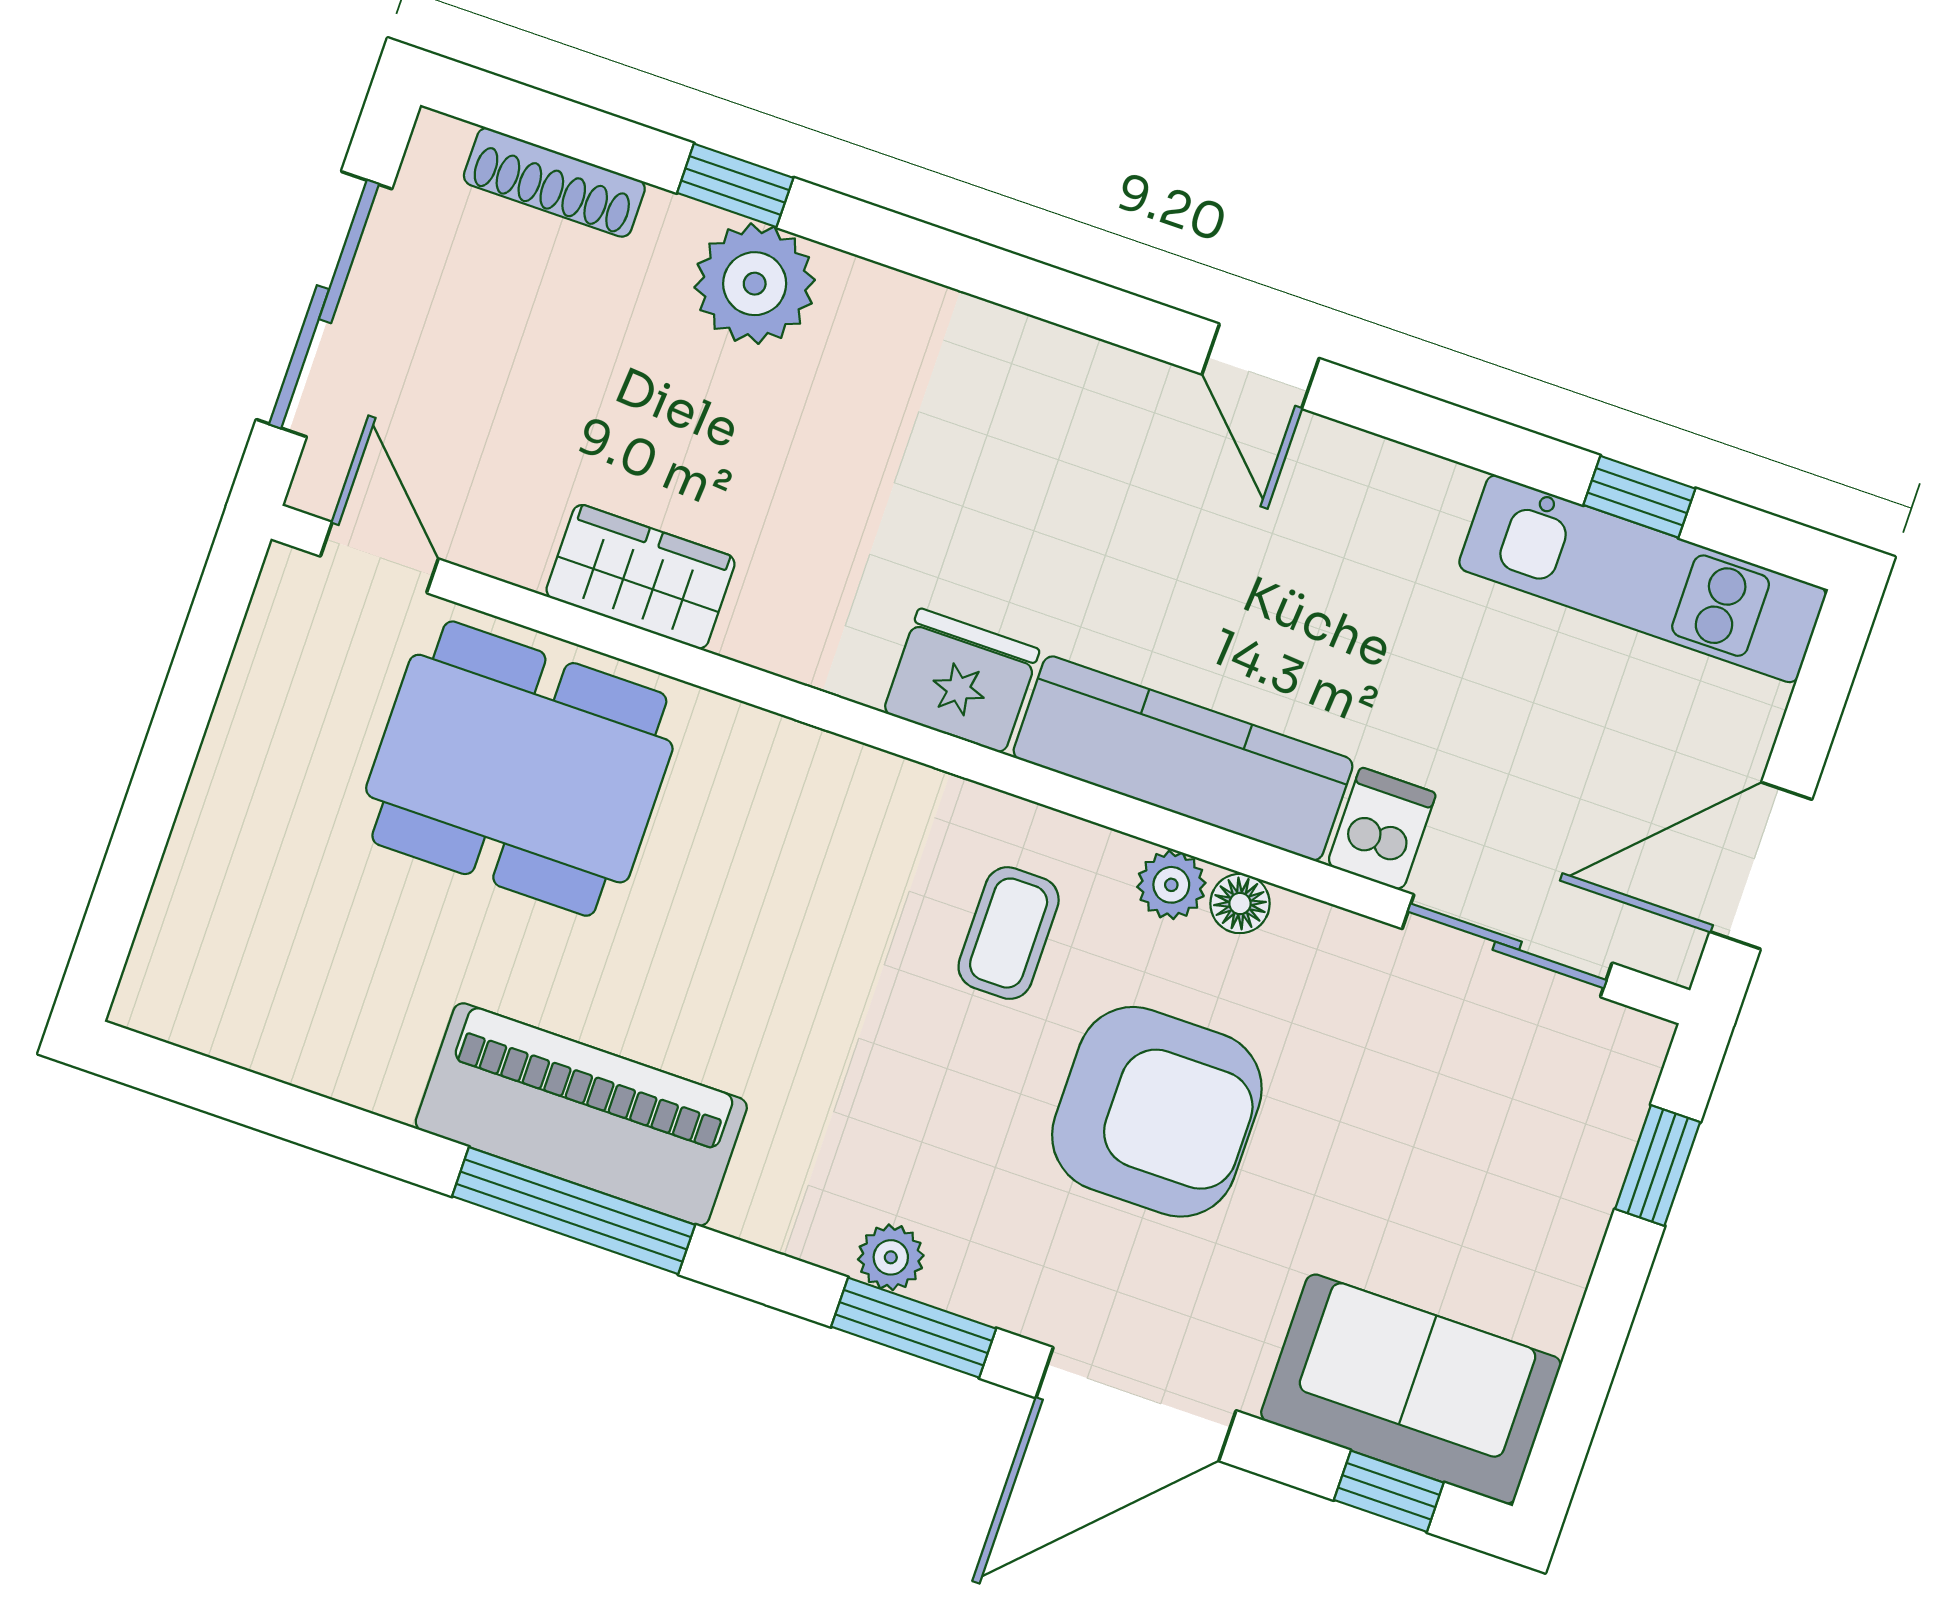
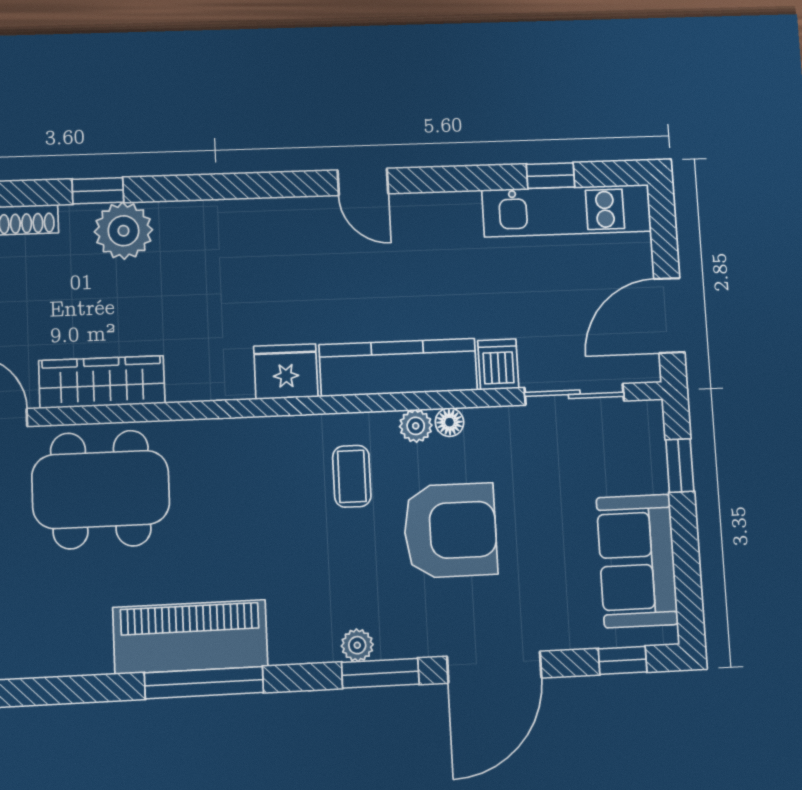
wardrobe: (641, 577) -> (102, 382), width x1.50
sofa: (1411, 1389) -> (637, 561), moved, turned -90

